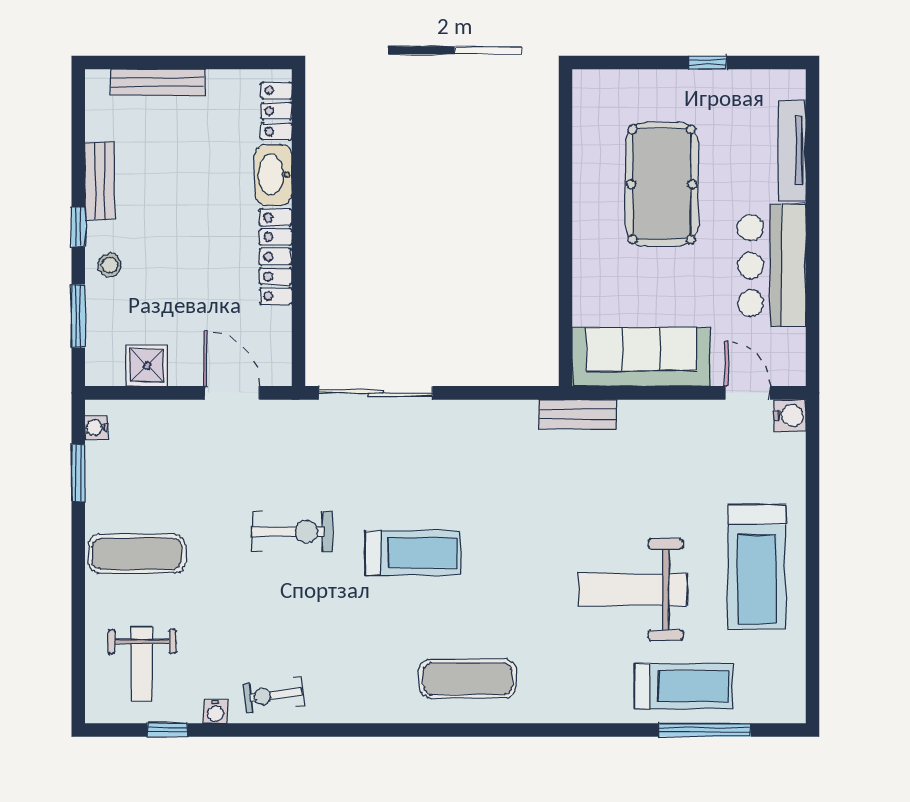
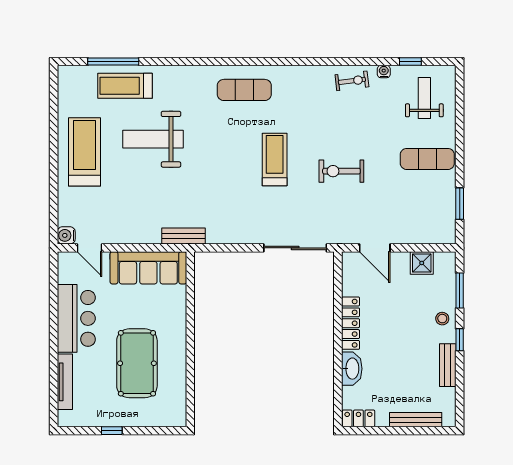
locker: (276, 111) -> (358, 418), moved, turned -90
water cooler: (96, 428) -> (450, 229), removed
treadmill: (413, 553) -> (275, 160), turned 90
weight bench: (633, 590) -> (153, 139), turned 180

